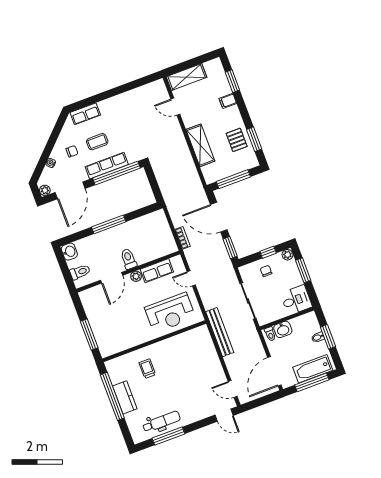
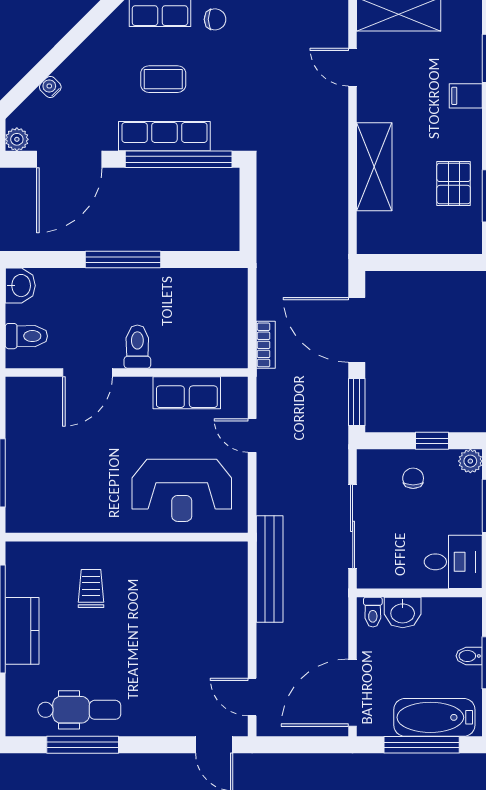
chair: (72, 151) -> (215, 19), moved
window: (233, 179) -> (417, 262), removed
plant: (136, 276) -> (139, 388), removed

